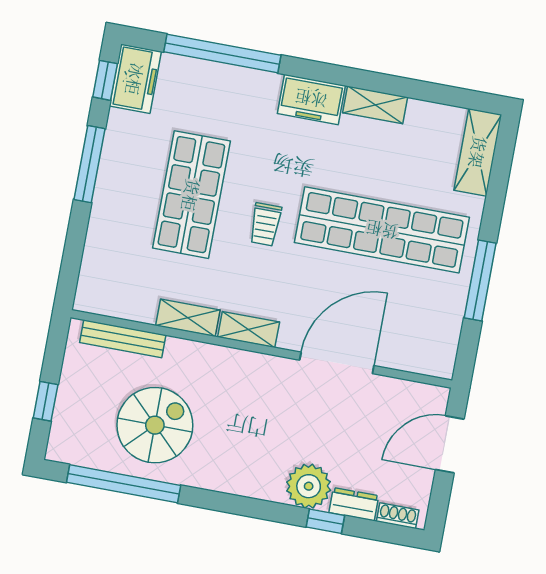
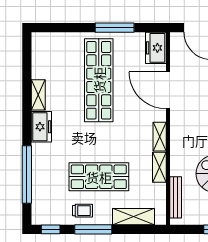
freezer: (135, 79) -> (156, 48), moved, turned -90
shelving: (478, 152) -> (133, 217), moved
trolley: (265, 224) -> (83, 211), moved

